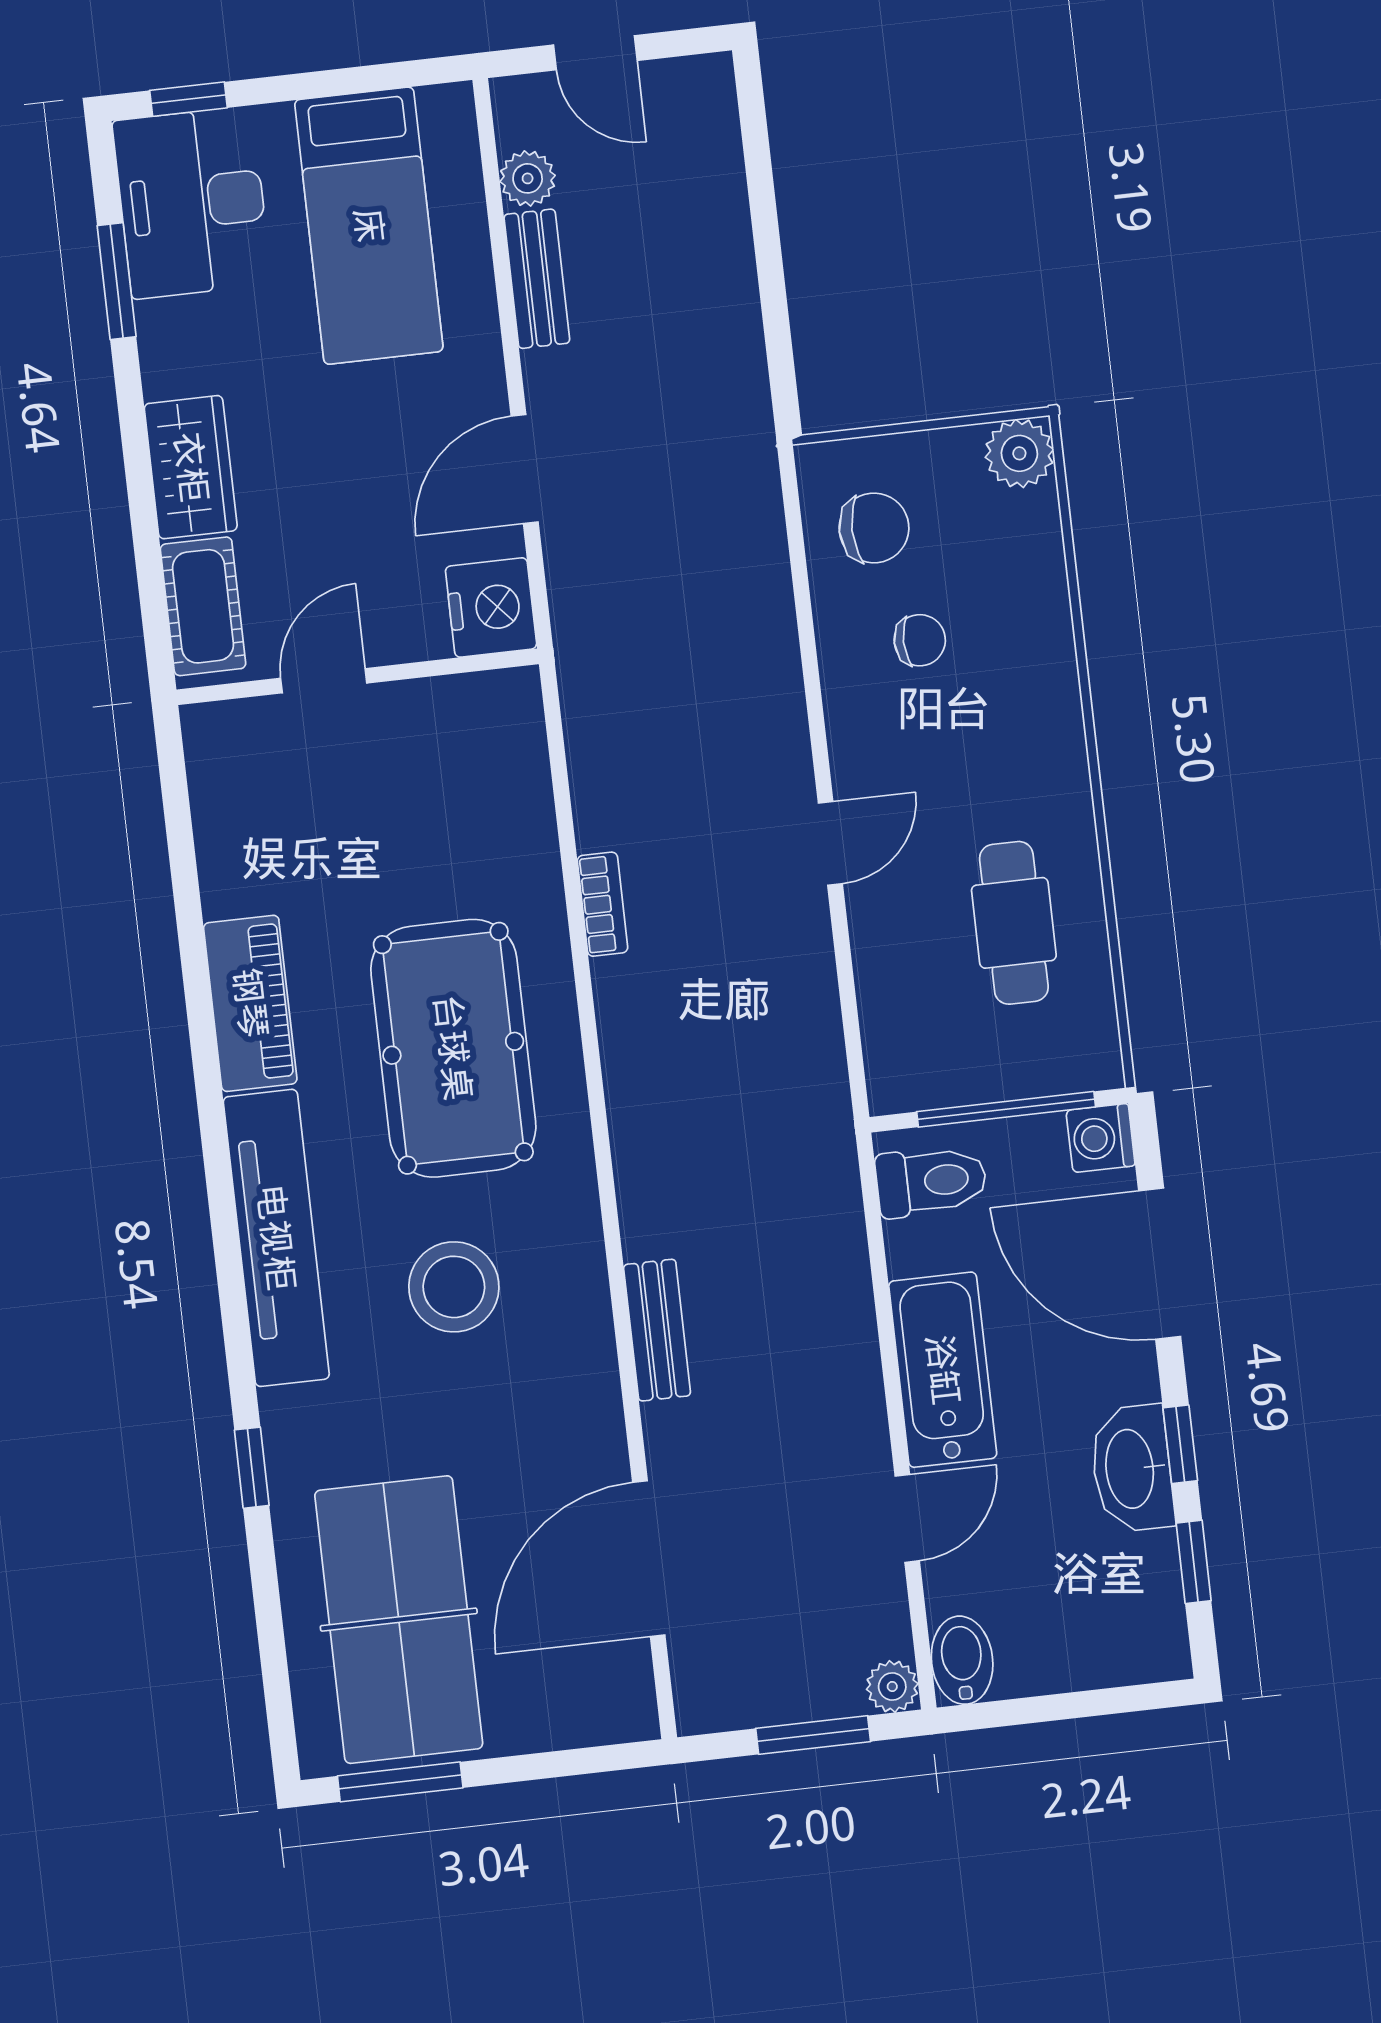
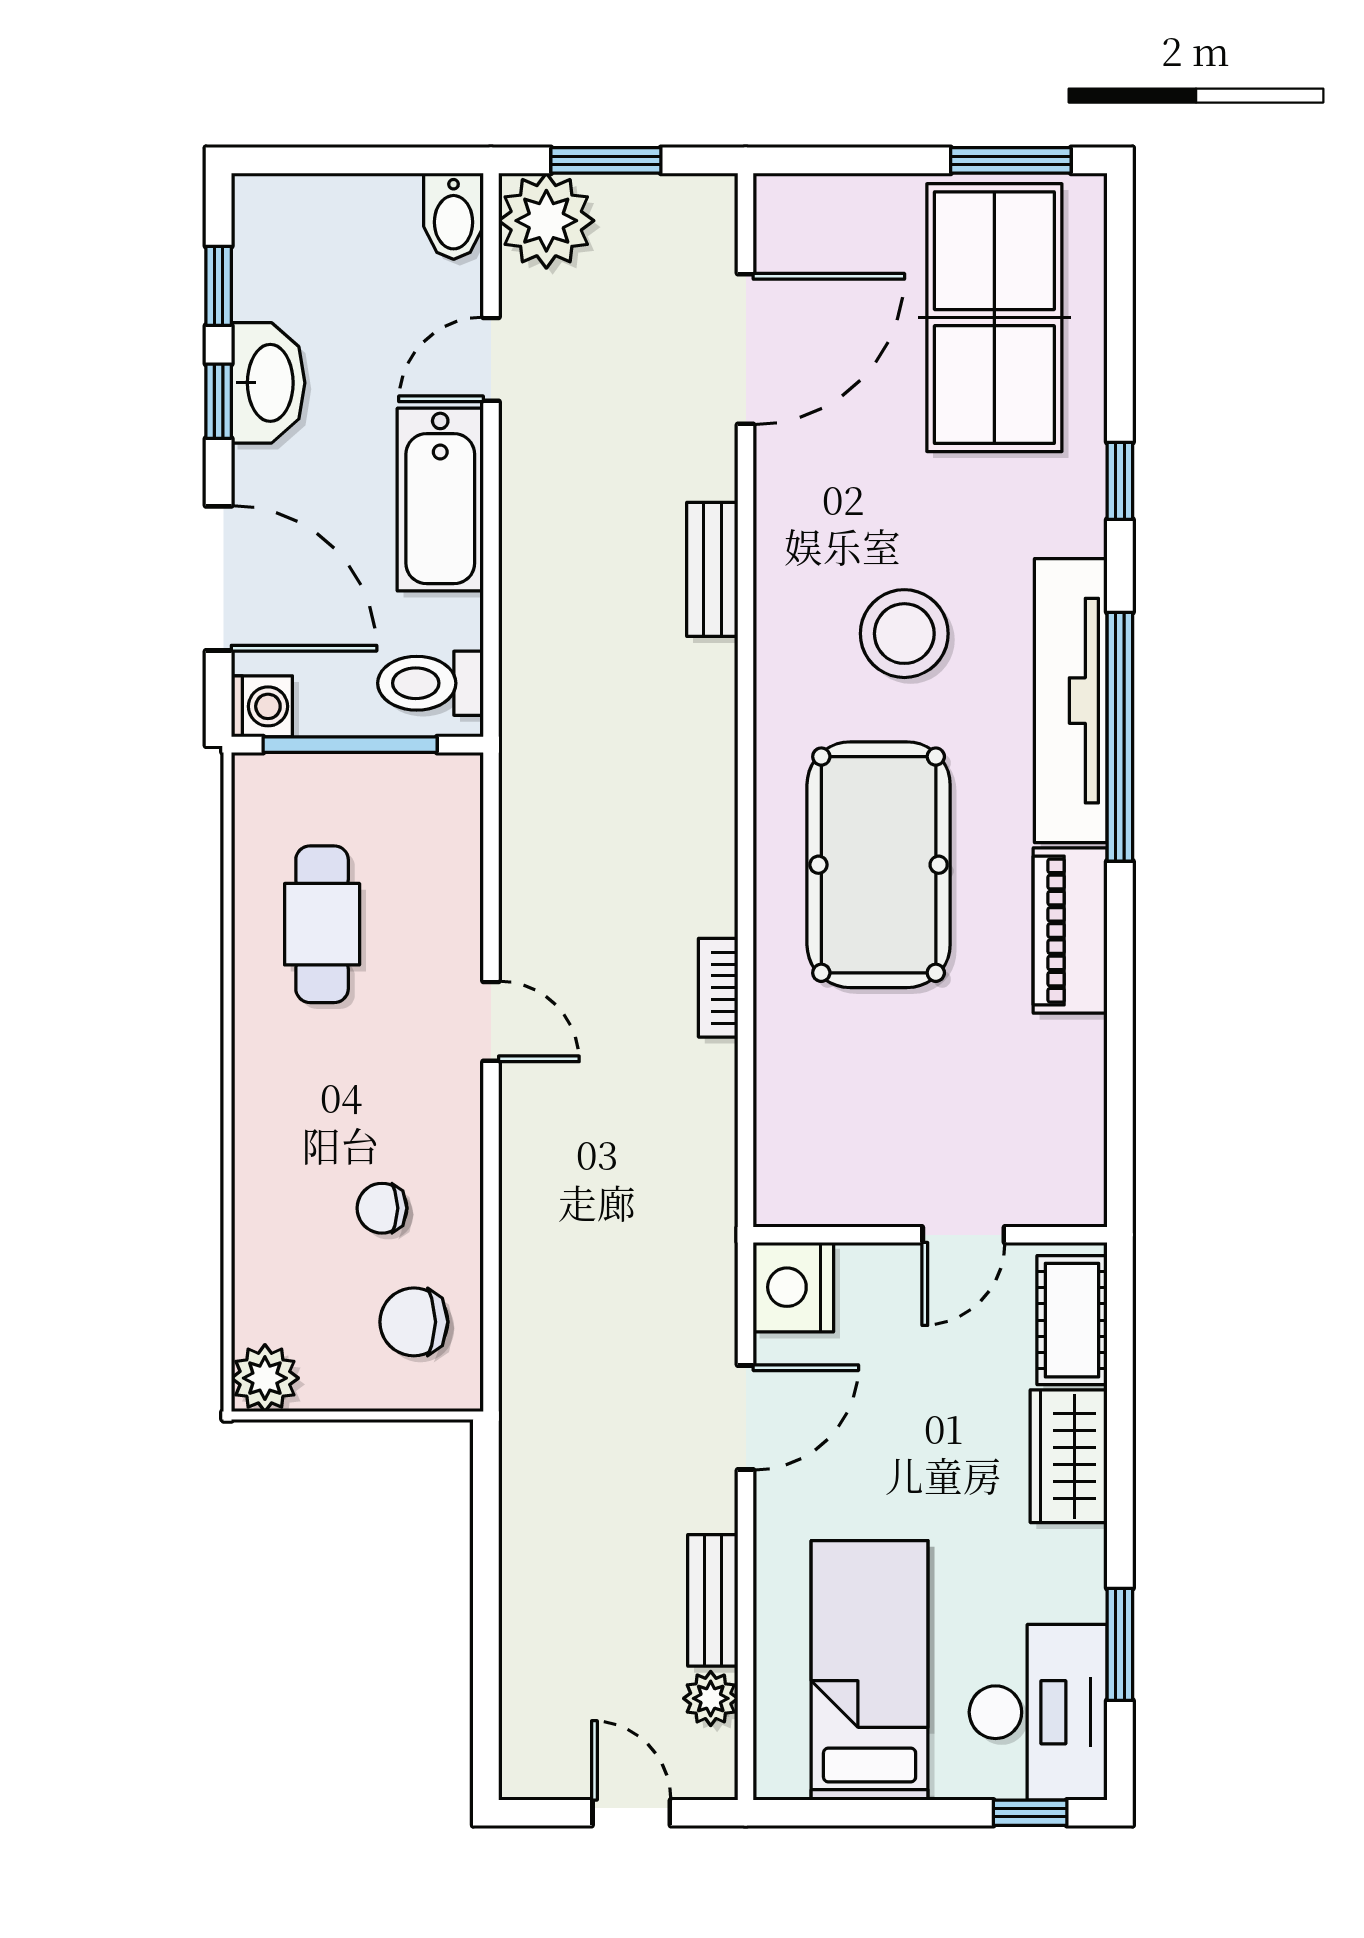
door: (830, 843) -> (491, 1021), swing flipped
window: (222, 1207) -> (1120, 737), added
plant: (892, 1687) -> (546, 221), width x1.88, depth x1.88

